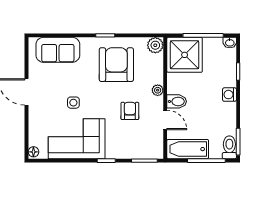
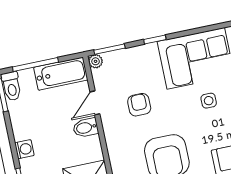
plant: (158, 90) -> (96, 61), moved
armchair: (130, 111) -> (139, 105), turned 180
door: (165, 120) -> (95, 103), hinge flipped

